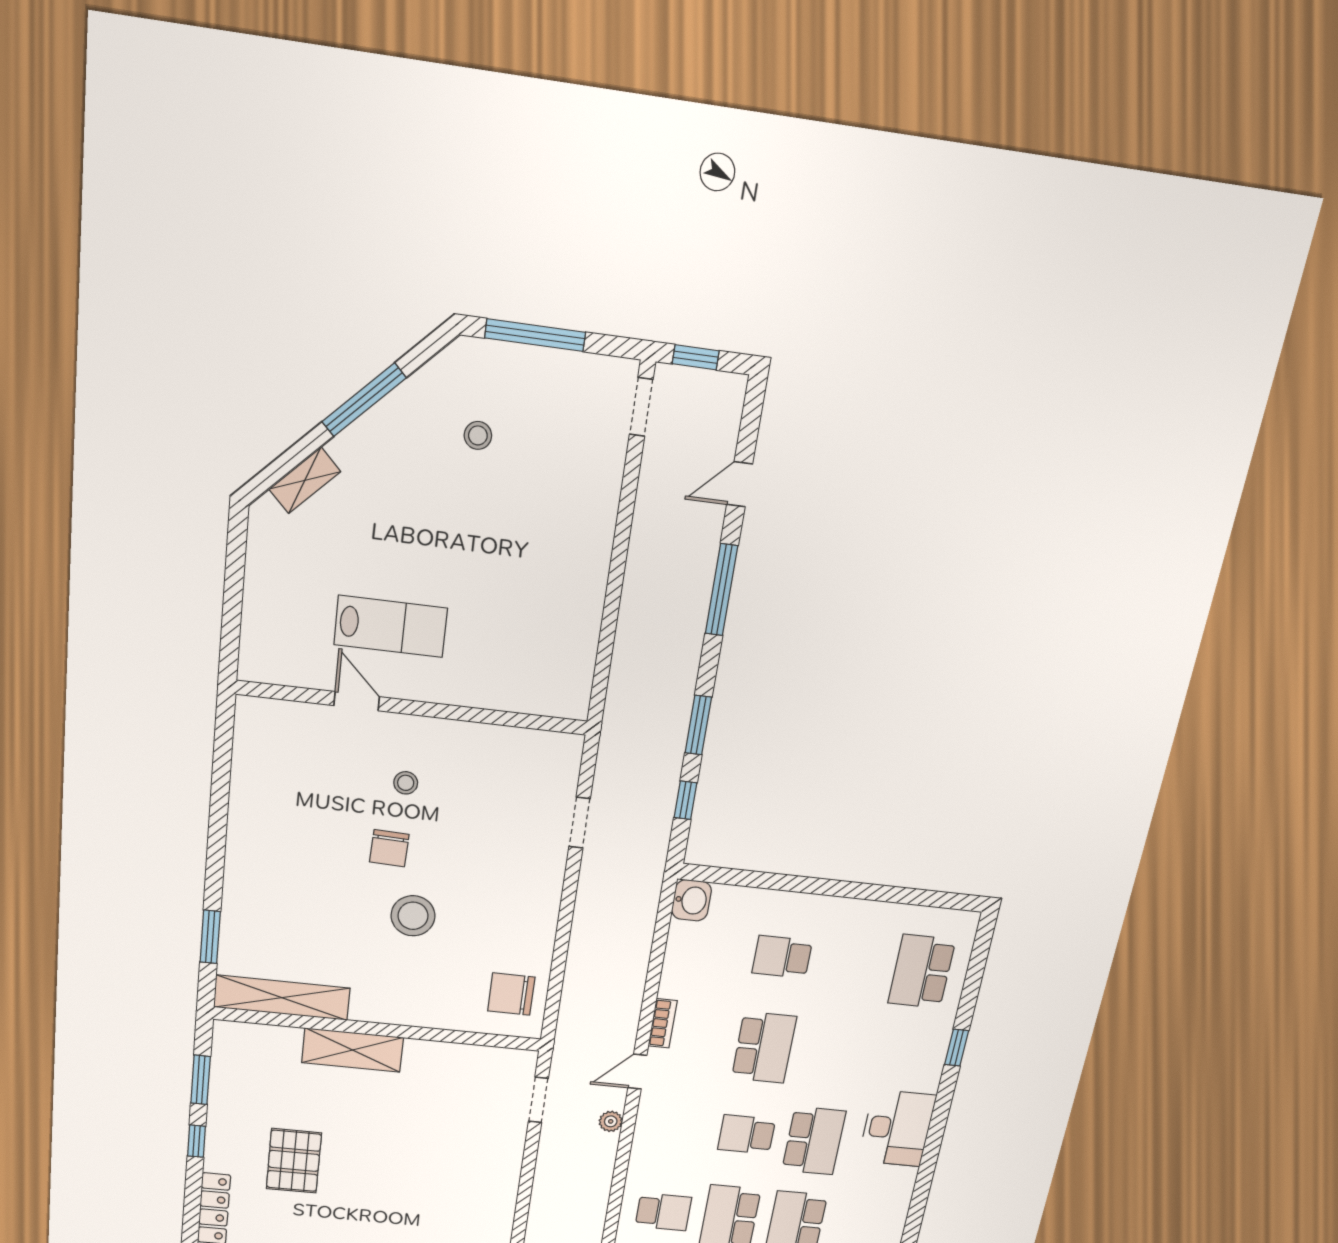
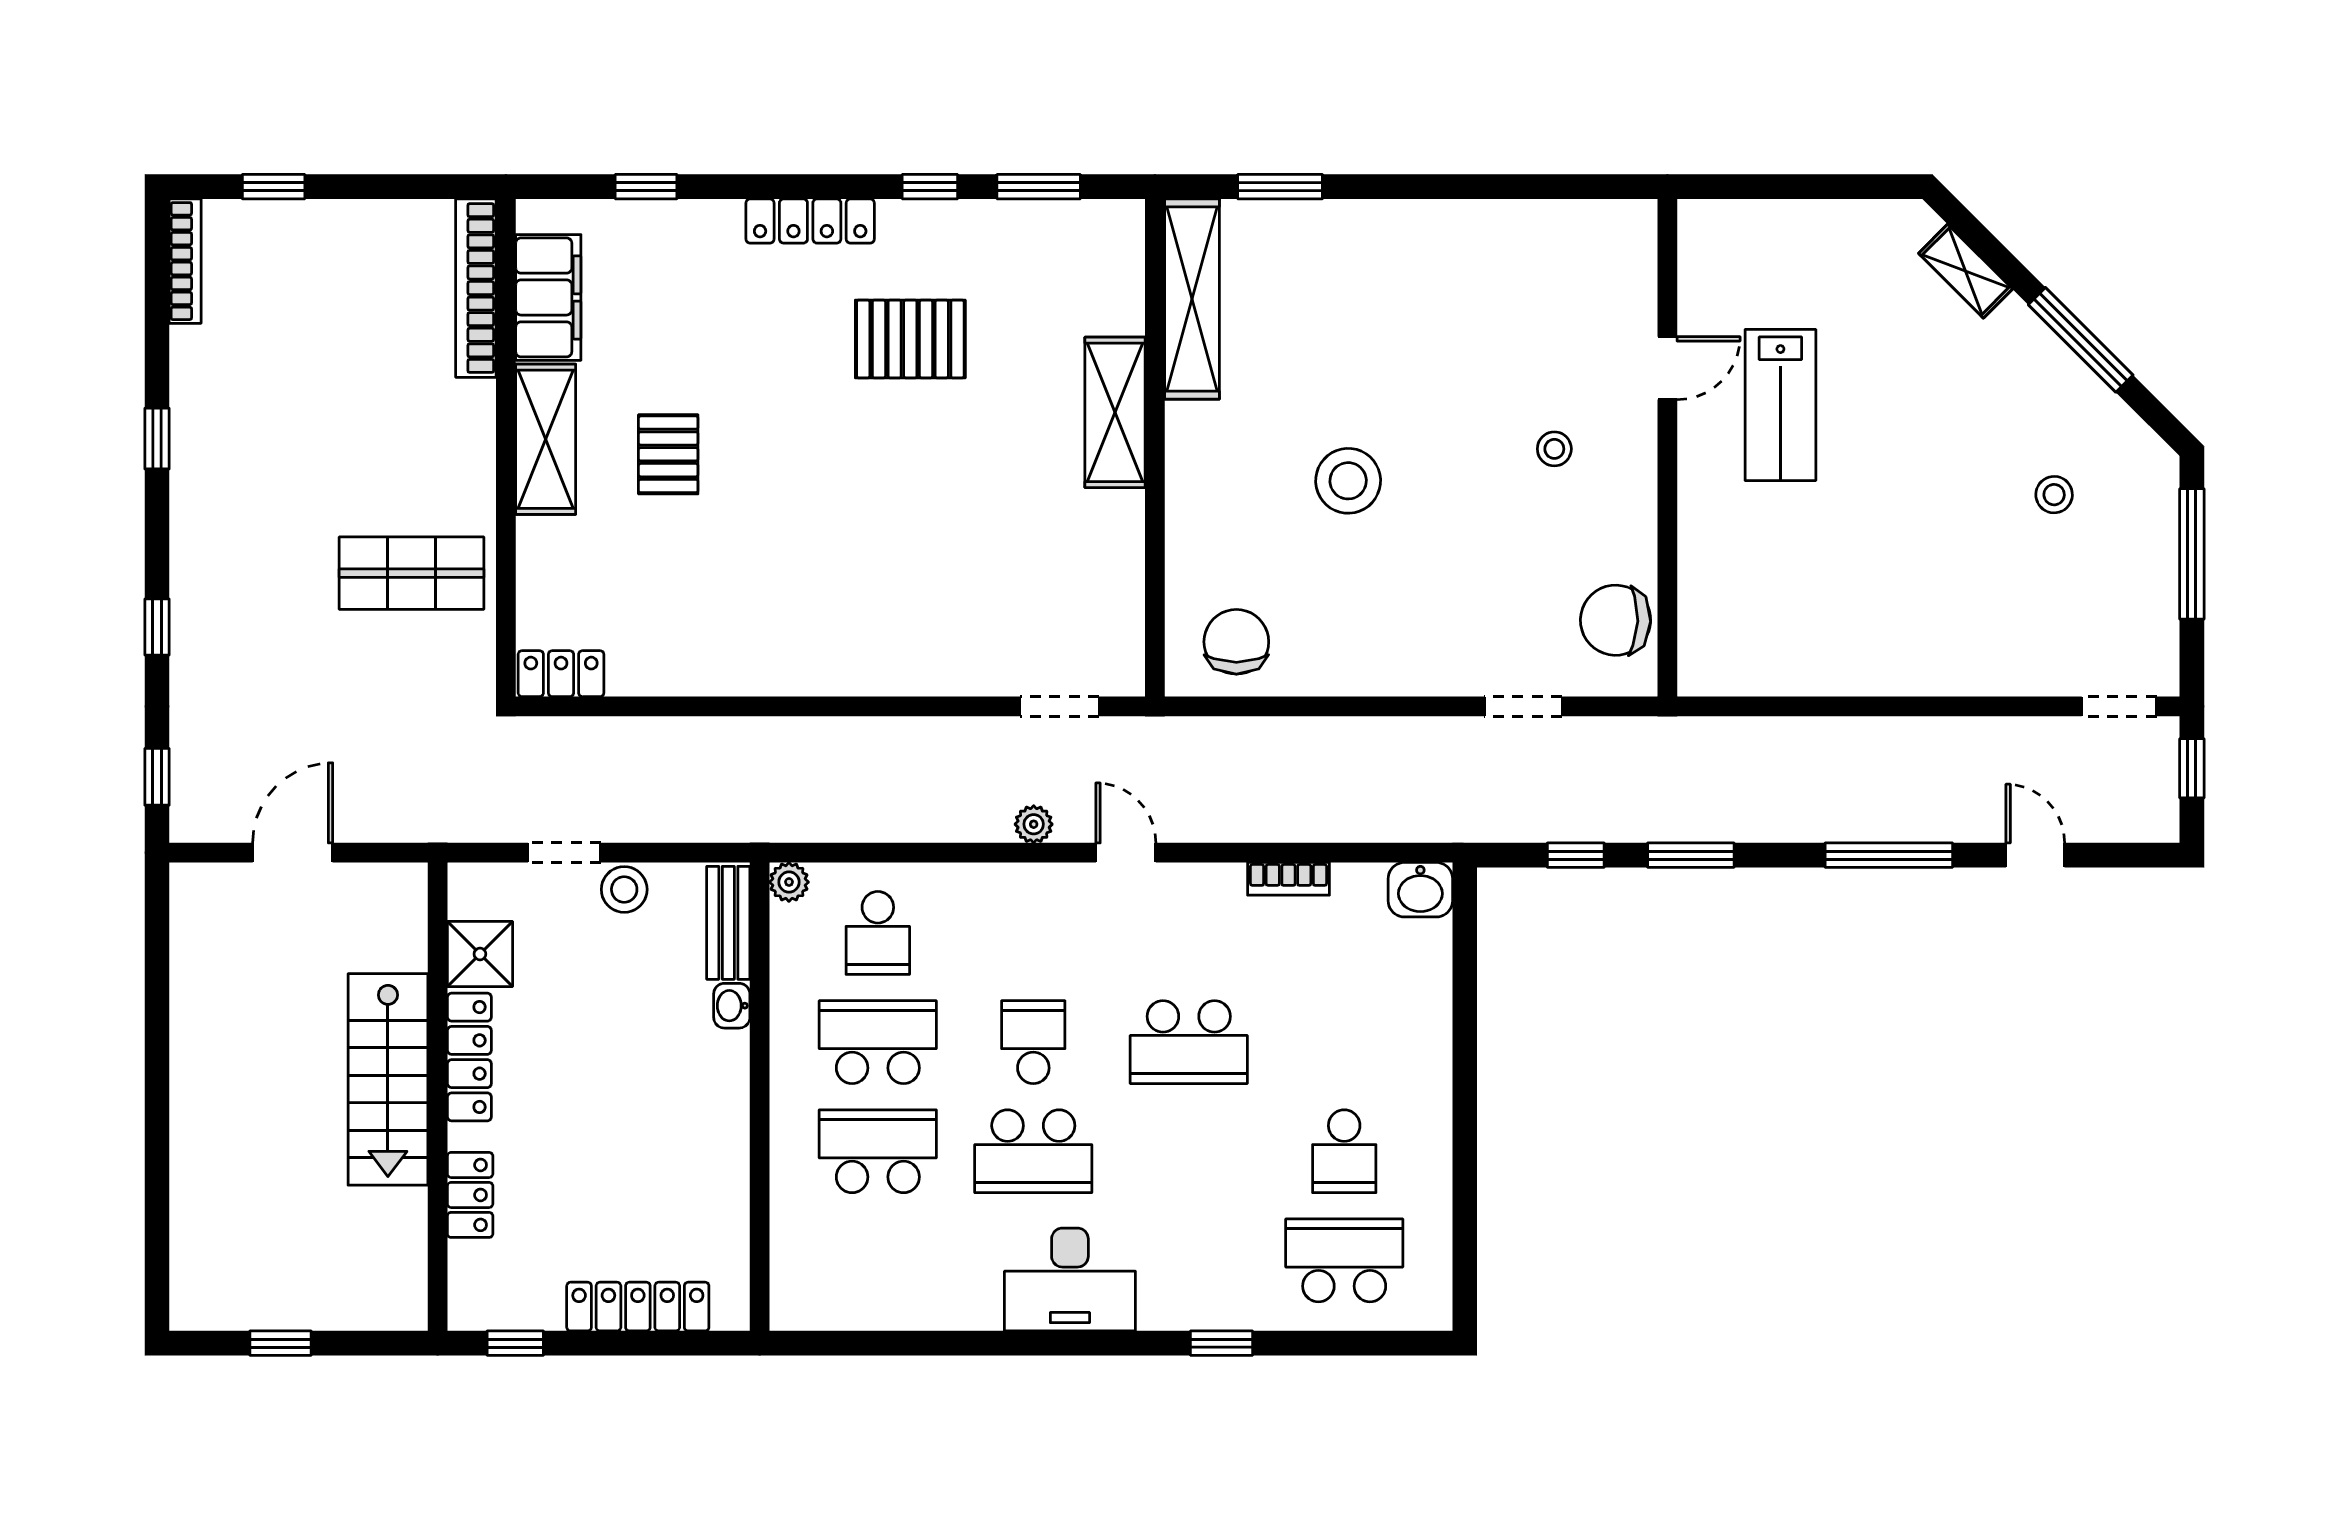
chair: (389, 848) -> (1616, 620), moved, width x1.37, depth x1.37
school desk: (782, 957) -> (1344, 1151), moved, turned 180
bookcase: (663, 1023) -> (1288, 879), moved

